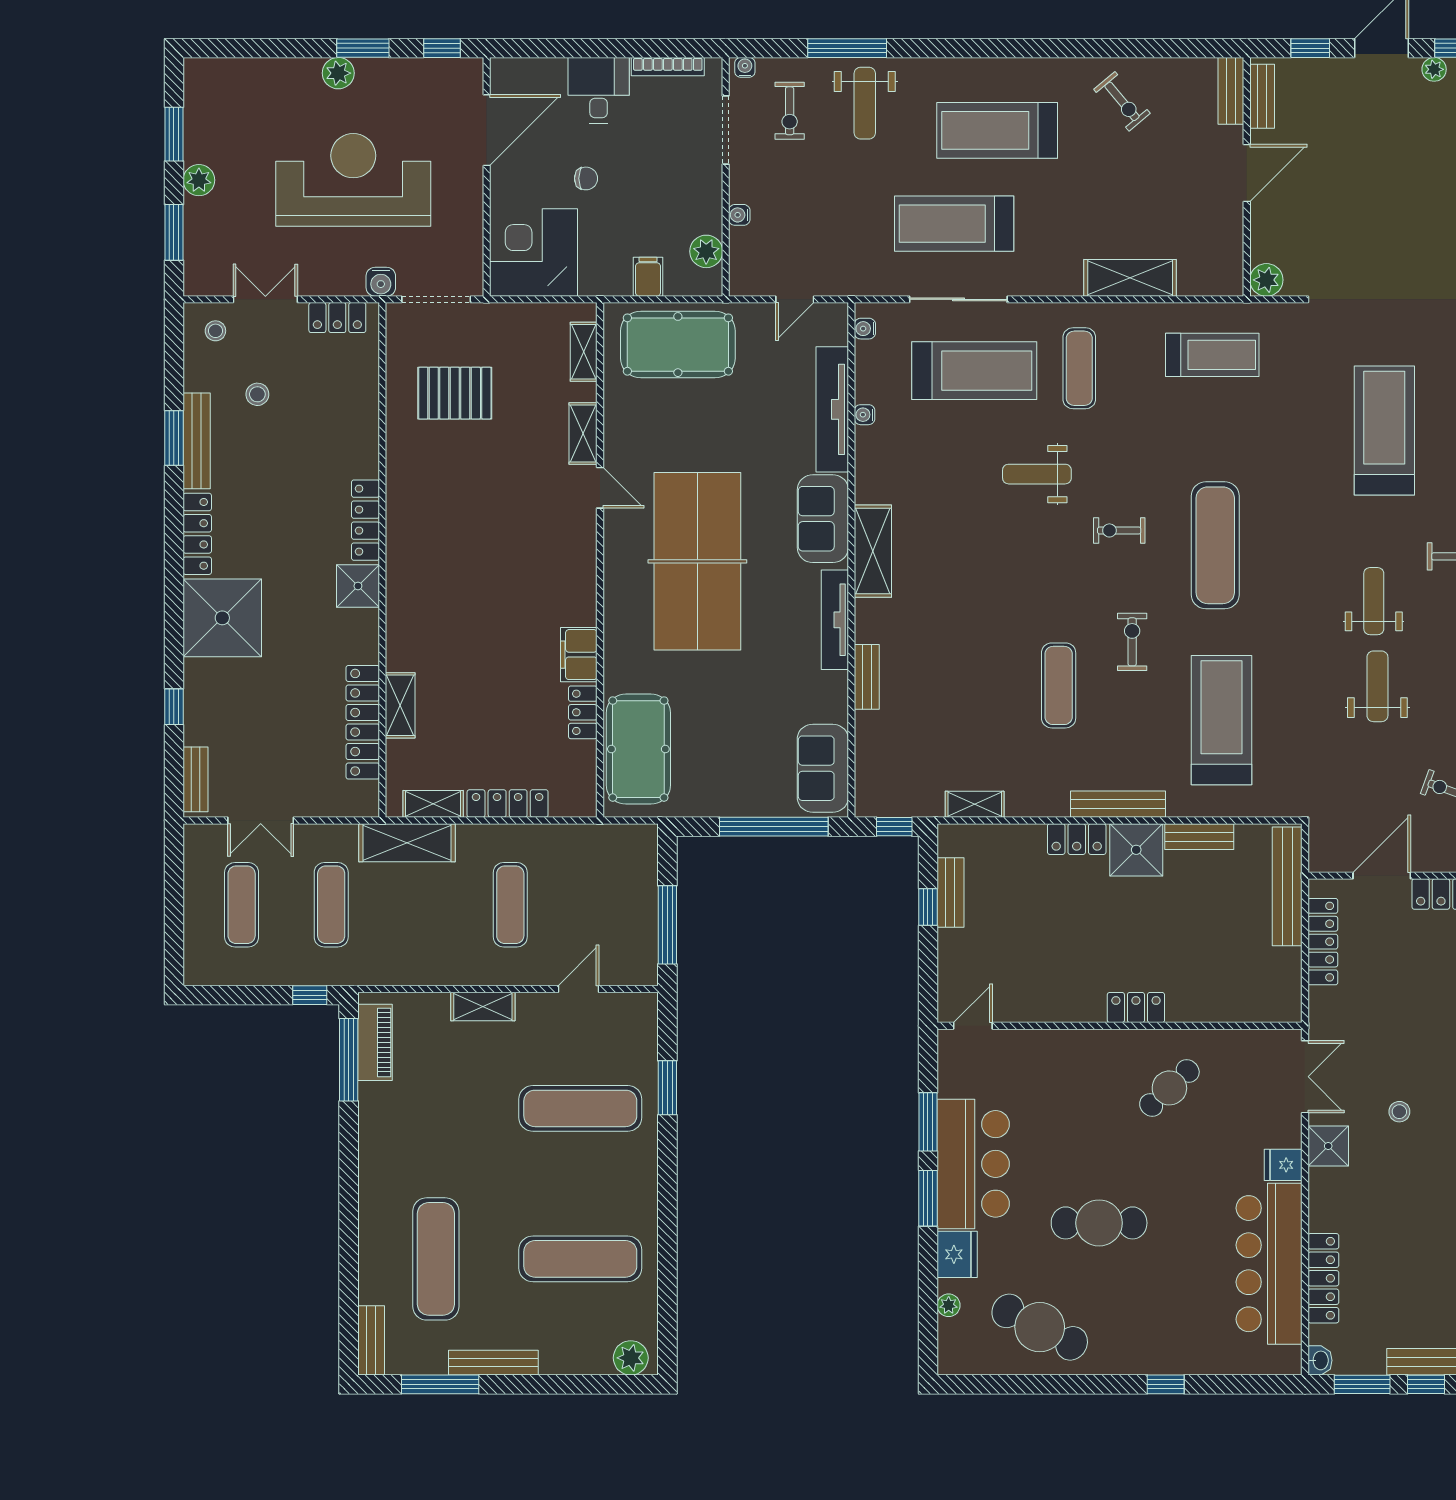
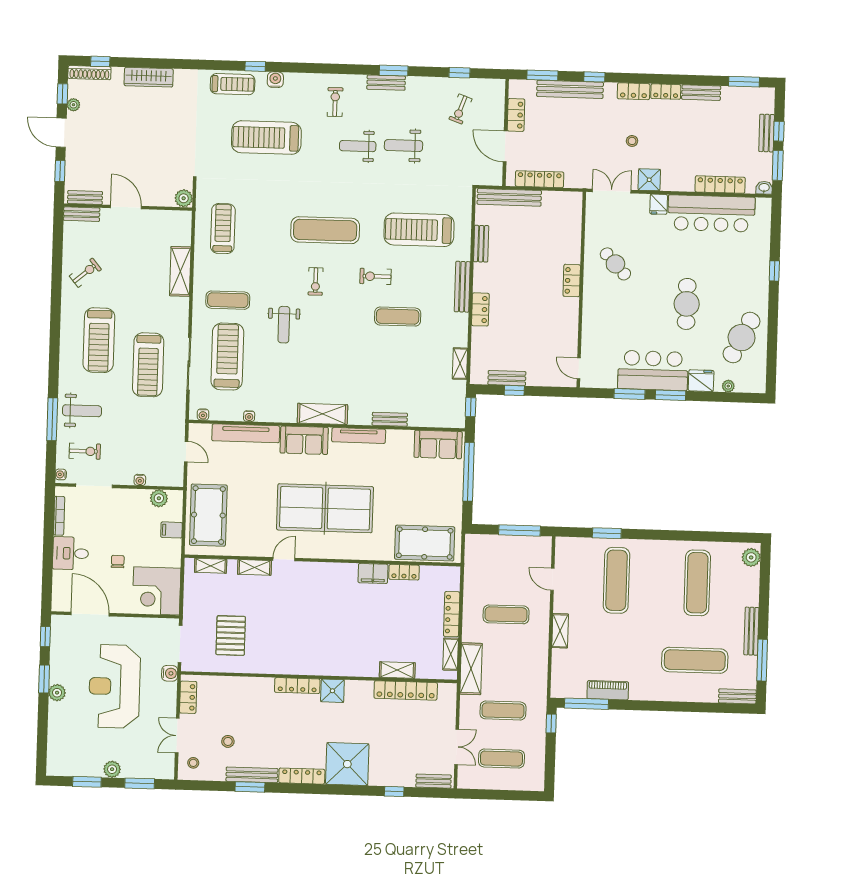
shower: (1136, 850) -> (487, 278), removed
piano: (375, 1042) -> (608, 690), moved

